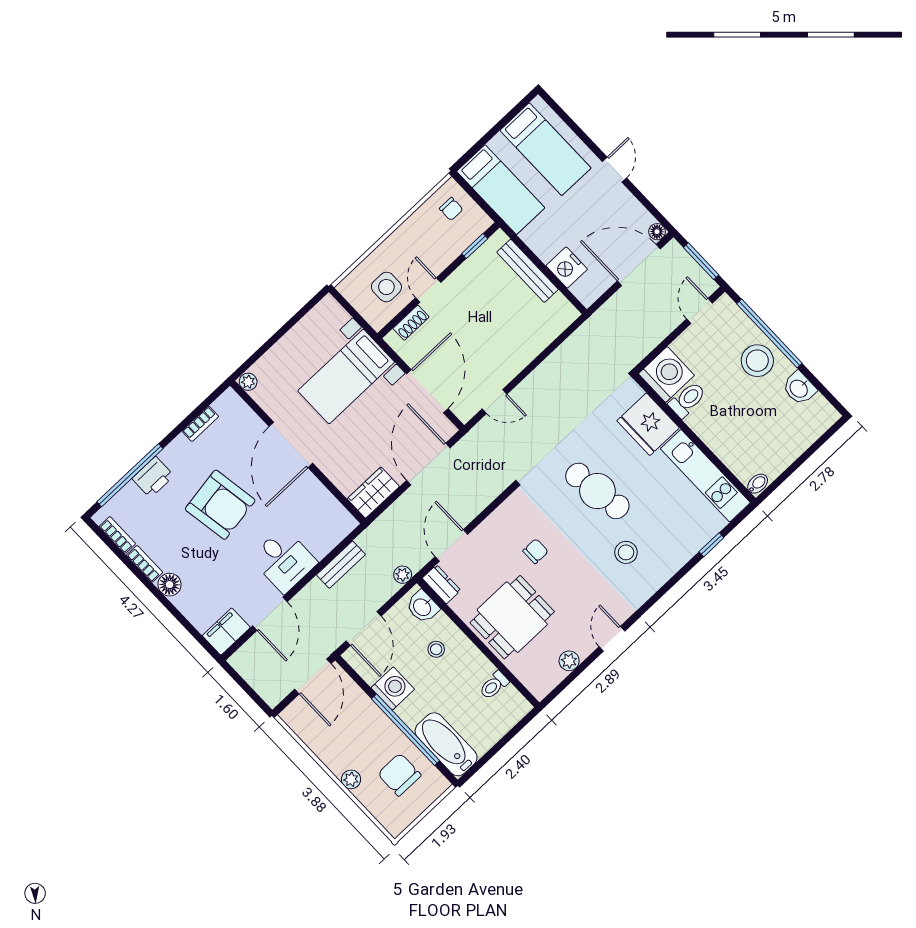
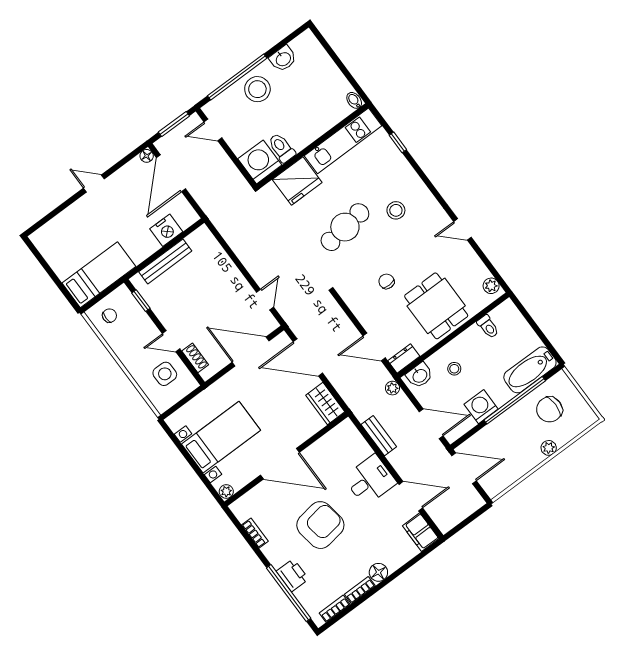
bed: (546, 149) -> (71, 236), removed
bed with nightstands: (346, 376) -> (221, 437), moved, turned -90
plant: (569, 661) -> (491, 286), moved

